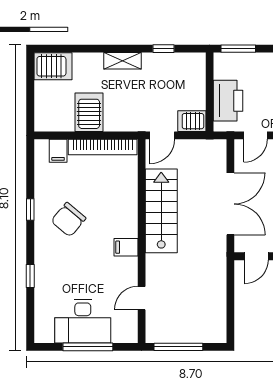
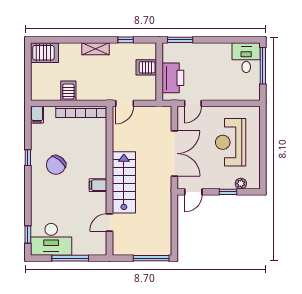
server rack: (89, 112) -> (68, 91), width x0.73, depth x0.70
server rack: (192, 121) -> (146, 67), moved
filing cabinet: (58, 151) -> (37, 115), moved
stairs: (161, 211) -> (124, 182), moved
window: (30, 276) -> (28, 235), moved
desk: (83, 321) -> (51, 239), moved
window: (178, 347) -> (151, 258), moved

